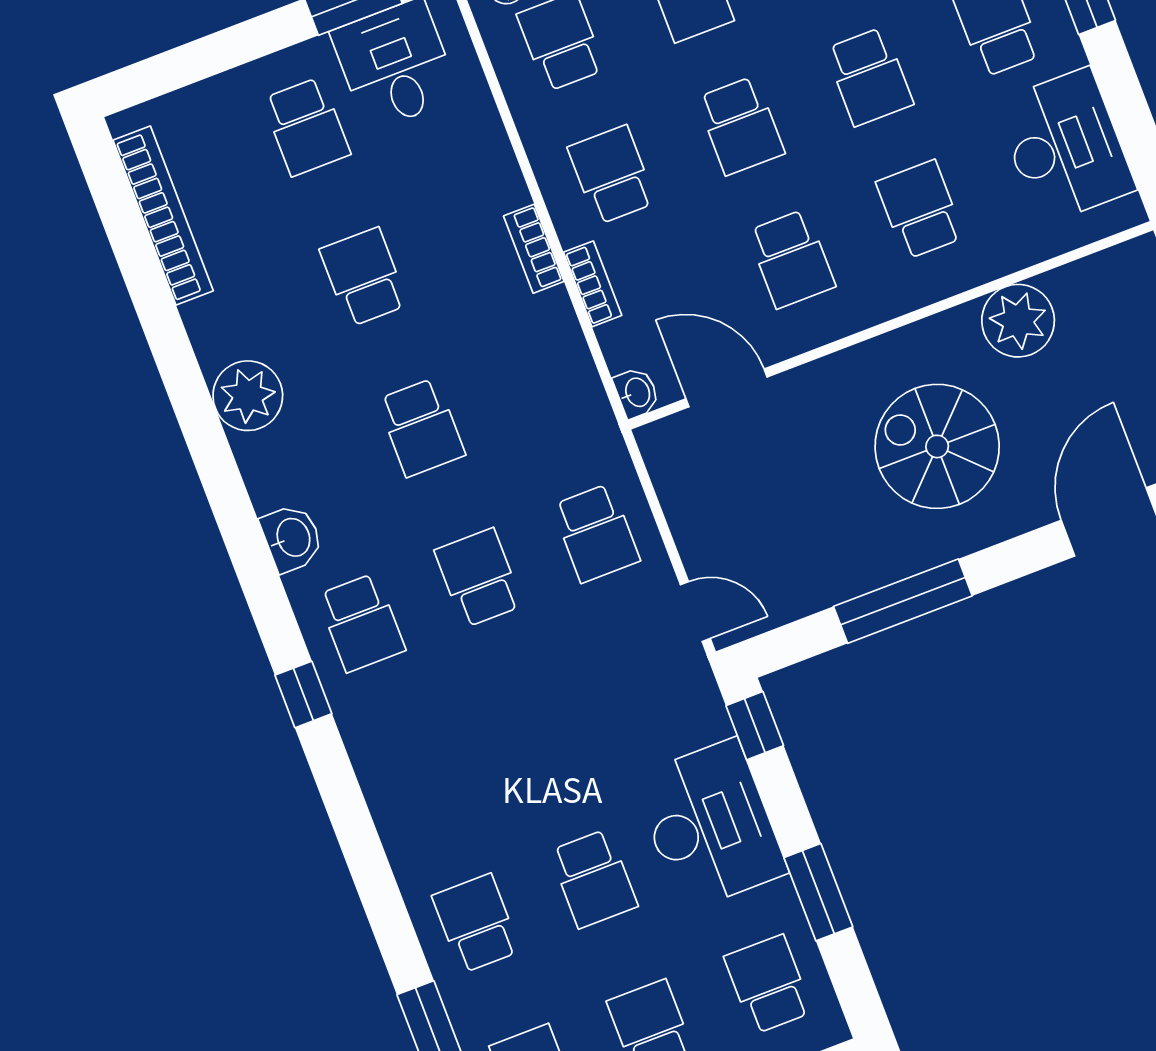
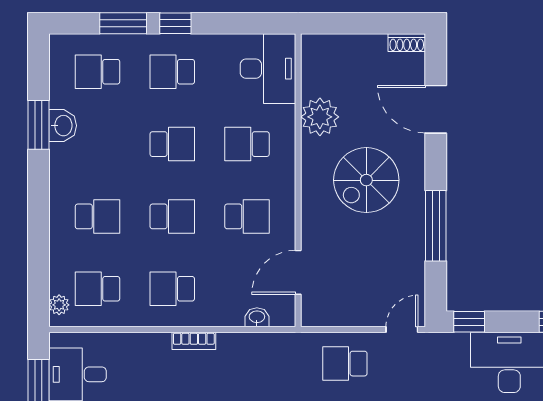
desk: (1065, 146) -> (268, 69), moved, turned 90
bookcase: (593, 284) -> (222, 319), removed
washbasin: (637, 393) -> (257, 317), moved
school desk: (596, 533) -> (345, 364), turned 180

